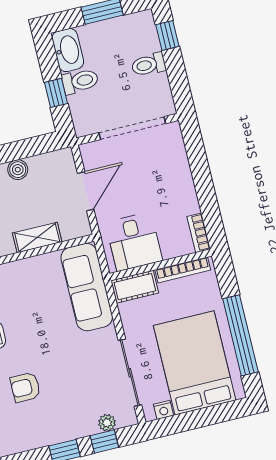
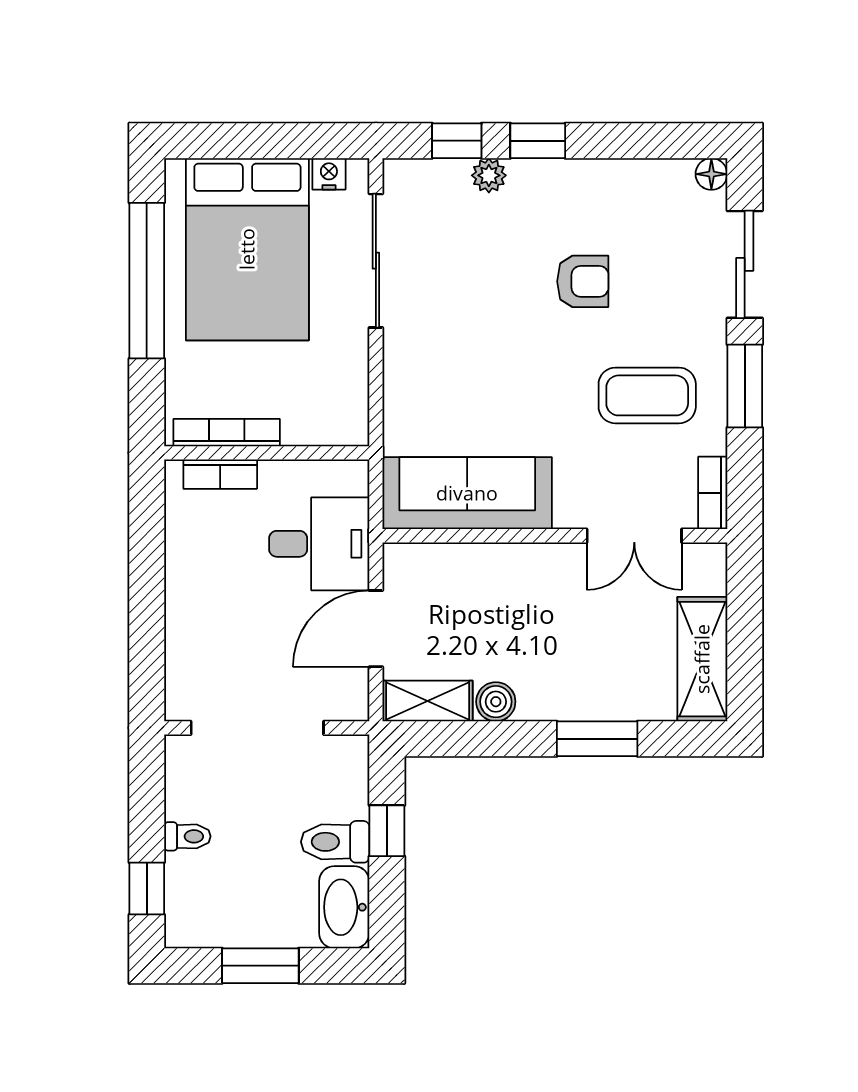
toilet: (149, 65) -> (187, 836), width x0.73, depth x0.72
bookcase: (199, 233) -> (220, 474), moved, turned 90
shelving: (37, 238) -> (428, 701), moved
desk: (134, 242) -> (319, 544), moved, turned 90
sofa: (87, 287) -> (467, 493), moved, turned -90
cot: (135, 287) -> (326, 423), removed
plant: (107, 423) -> (489, 175), moved

